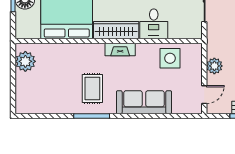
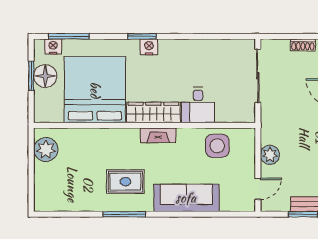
rug: (92, 88) -> (125, 182), turned 90

